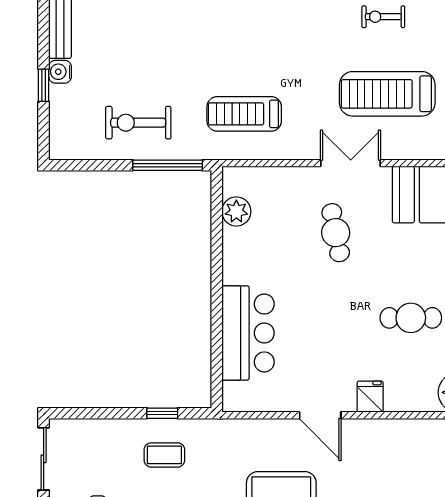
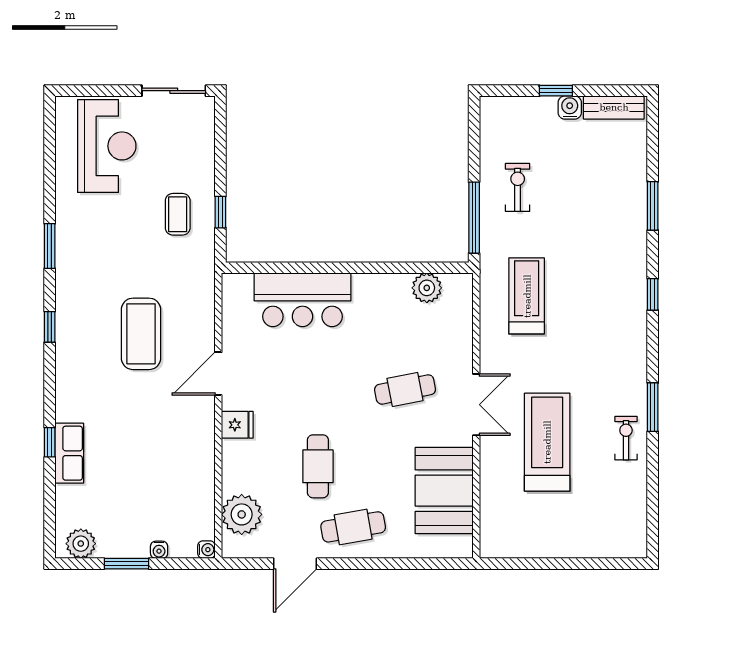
exercise bike: (138, 123) -> (518, 187), width x0.73, depth x0.72

